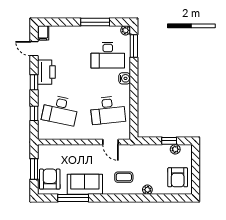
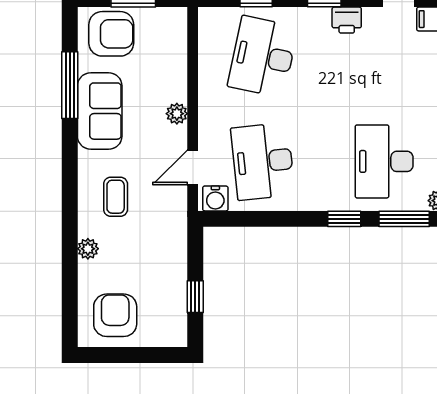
printer: (46, 72) -> (347, 20), width x0.53, depth x0.68
window: (134, 73) -> (344, 219), added
water cooler: (125, 78) -> (215, 198), moved
plant: (175, 149) -> (177, 114), moved
armchair: (178, 177) -> (115, 315), turned 90

